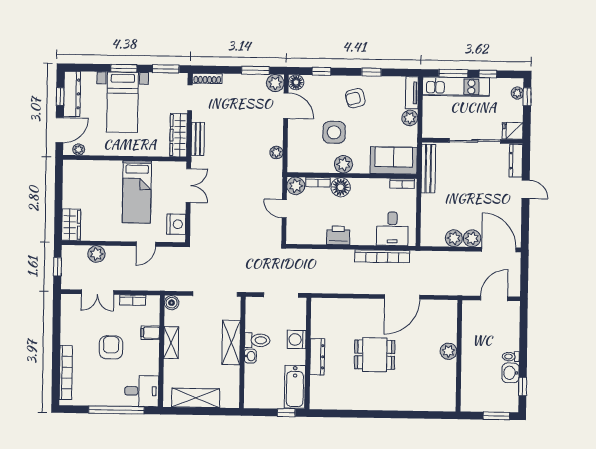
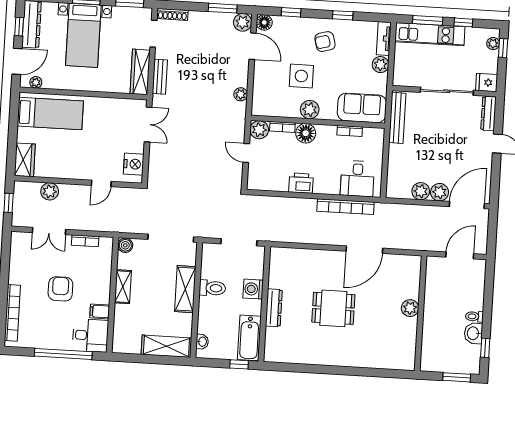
bookcase: (402, 183) -> (350, 131), moved
bed: (137, 192) -> (50, 114), moved, turned -90
door: (499, 250) -> (467, 205), hinge flipped
filing cabinet: (150, 333) -> (100, 311), moved
washbasin: (250, 356) -> (202, 342), moved
shelving: (196, 398) -> (166, 346), moved

